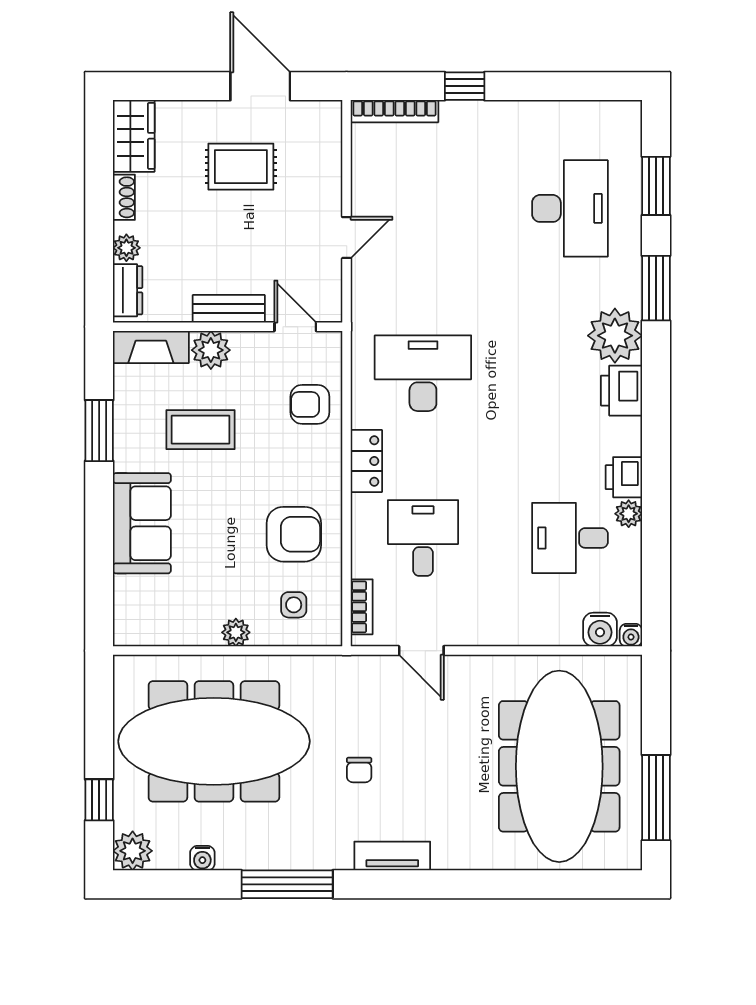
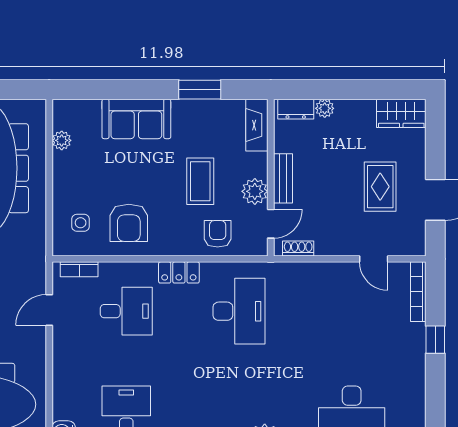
shoe rack: (124, 197) -> (298, 249), moved, turned 180
door: (347, 238) -> (374, 259), moved
plant: (211, 350) -> (255, 191), moved
coffee table: (201, 430) -> (200, 181), moved
plant: (236, 632) -> (62, 140), moved

